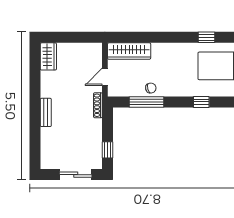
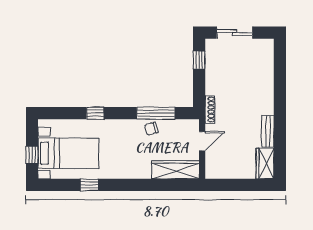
bench: (46, 112) -> (268, 131), moved

